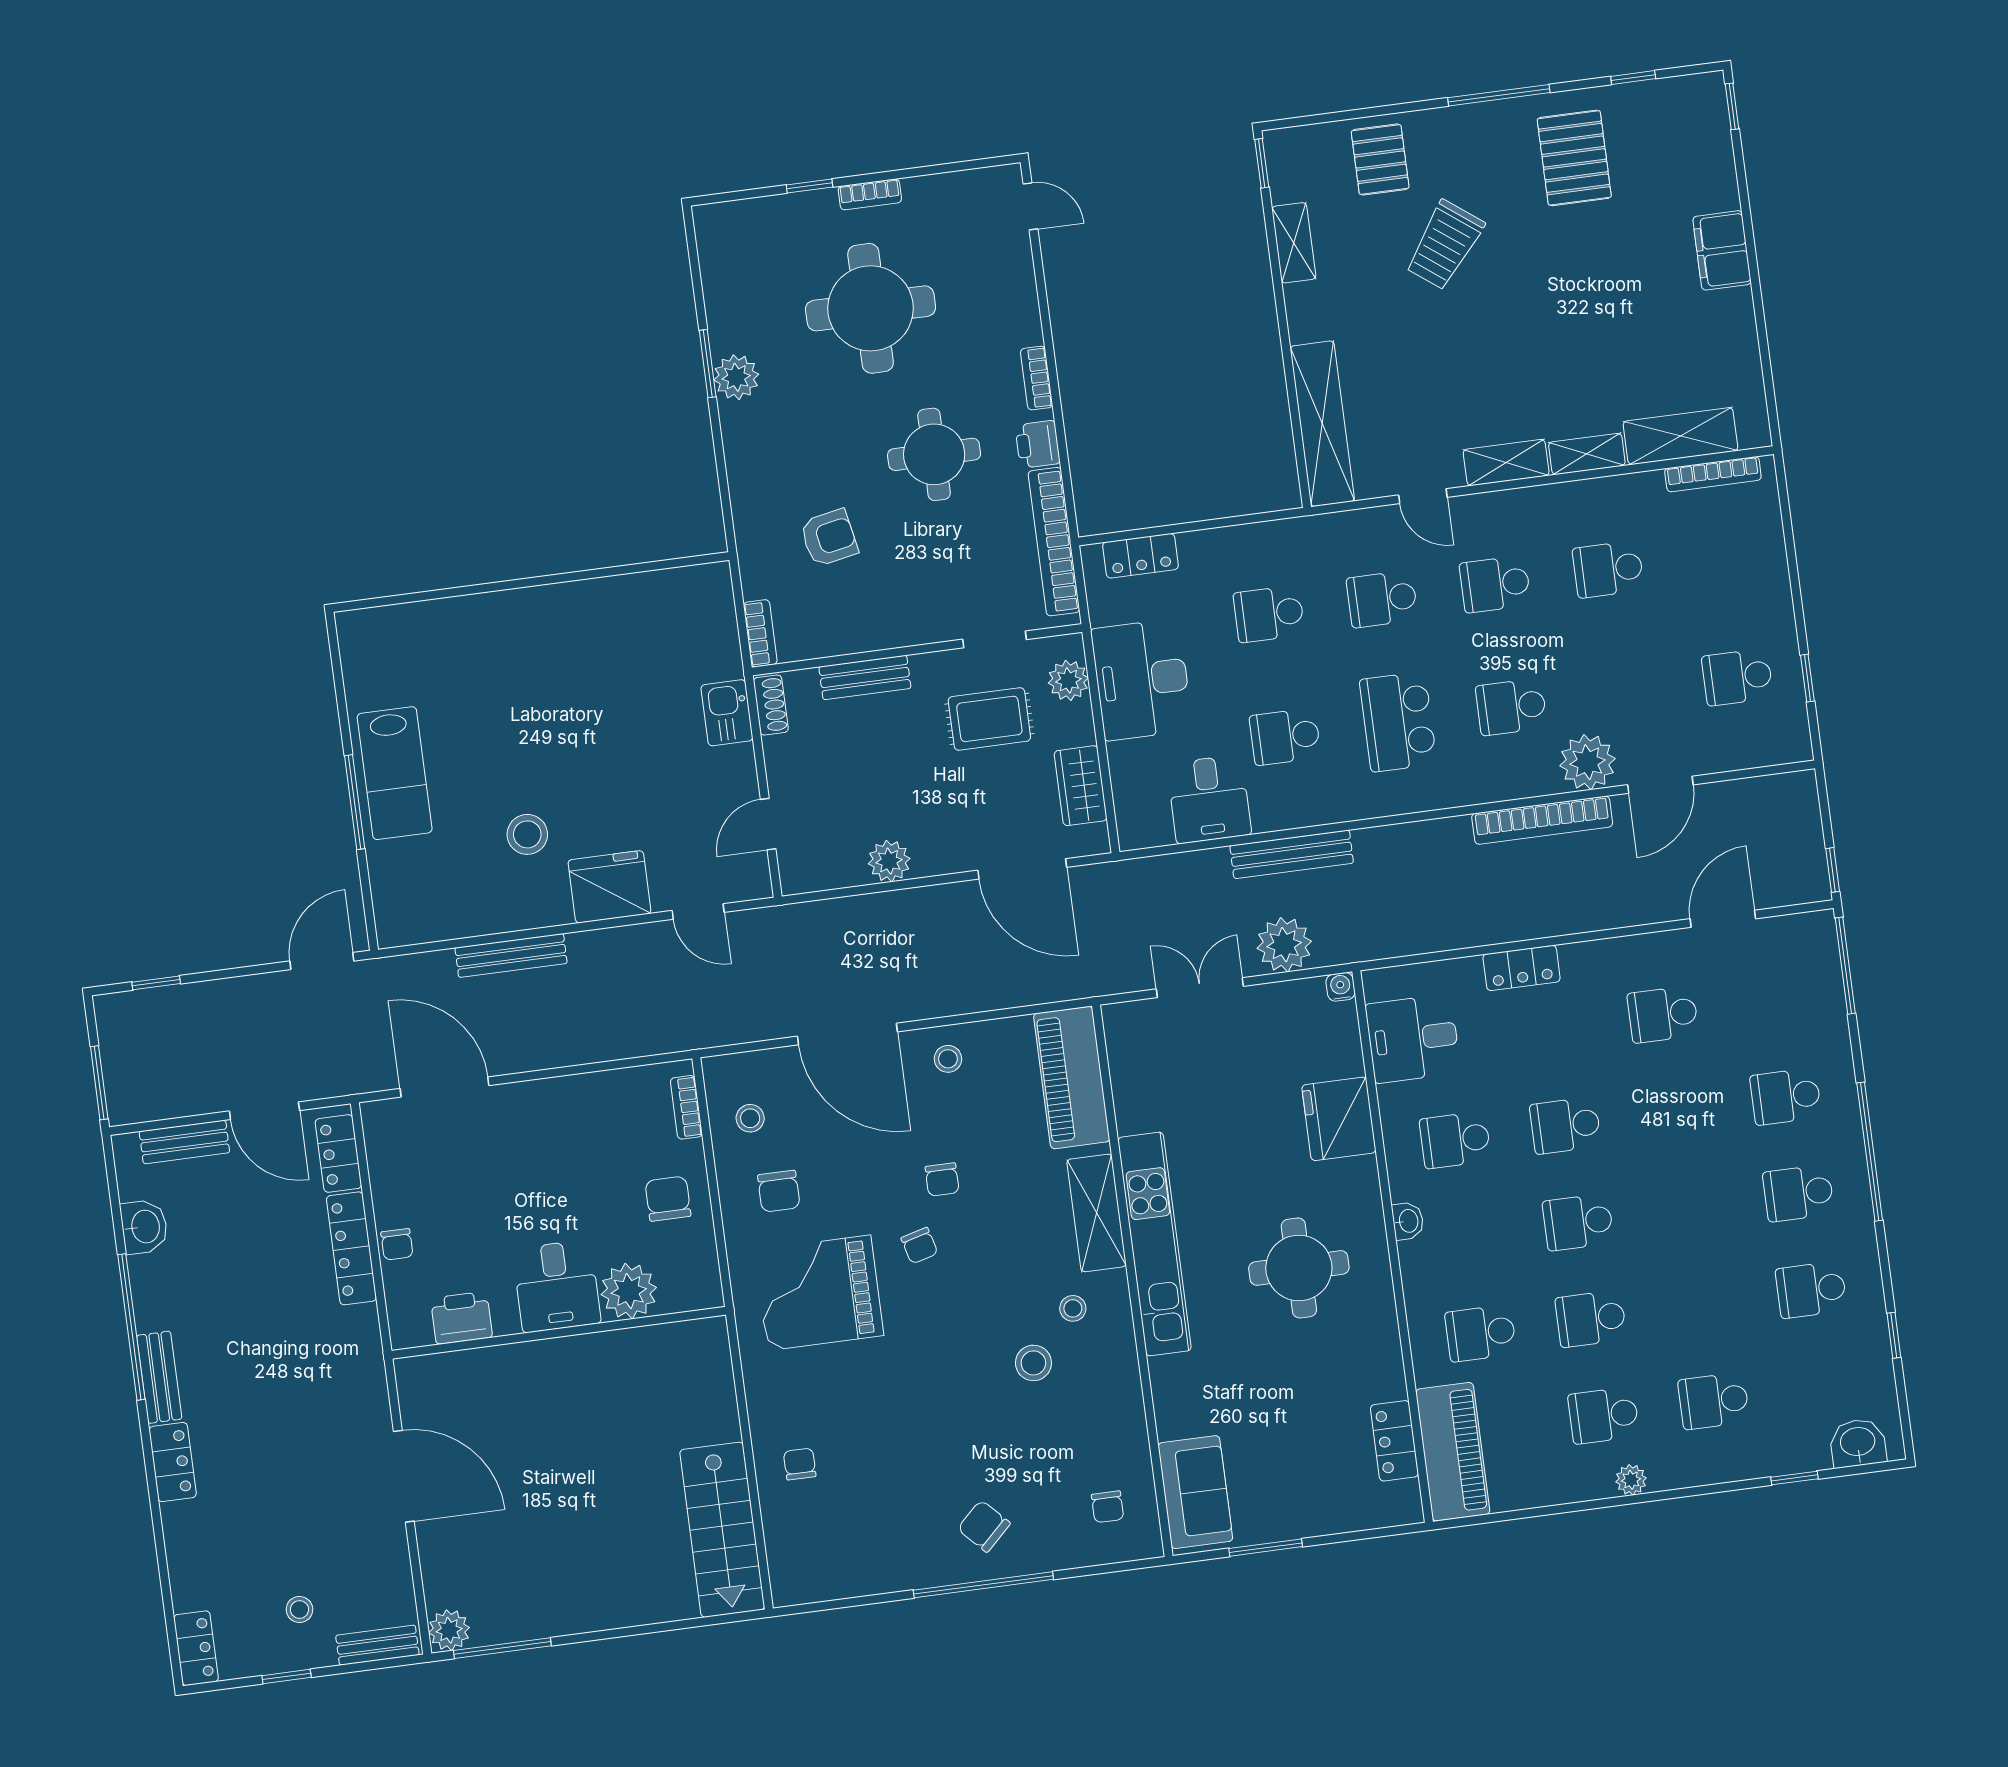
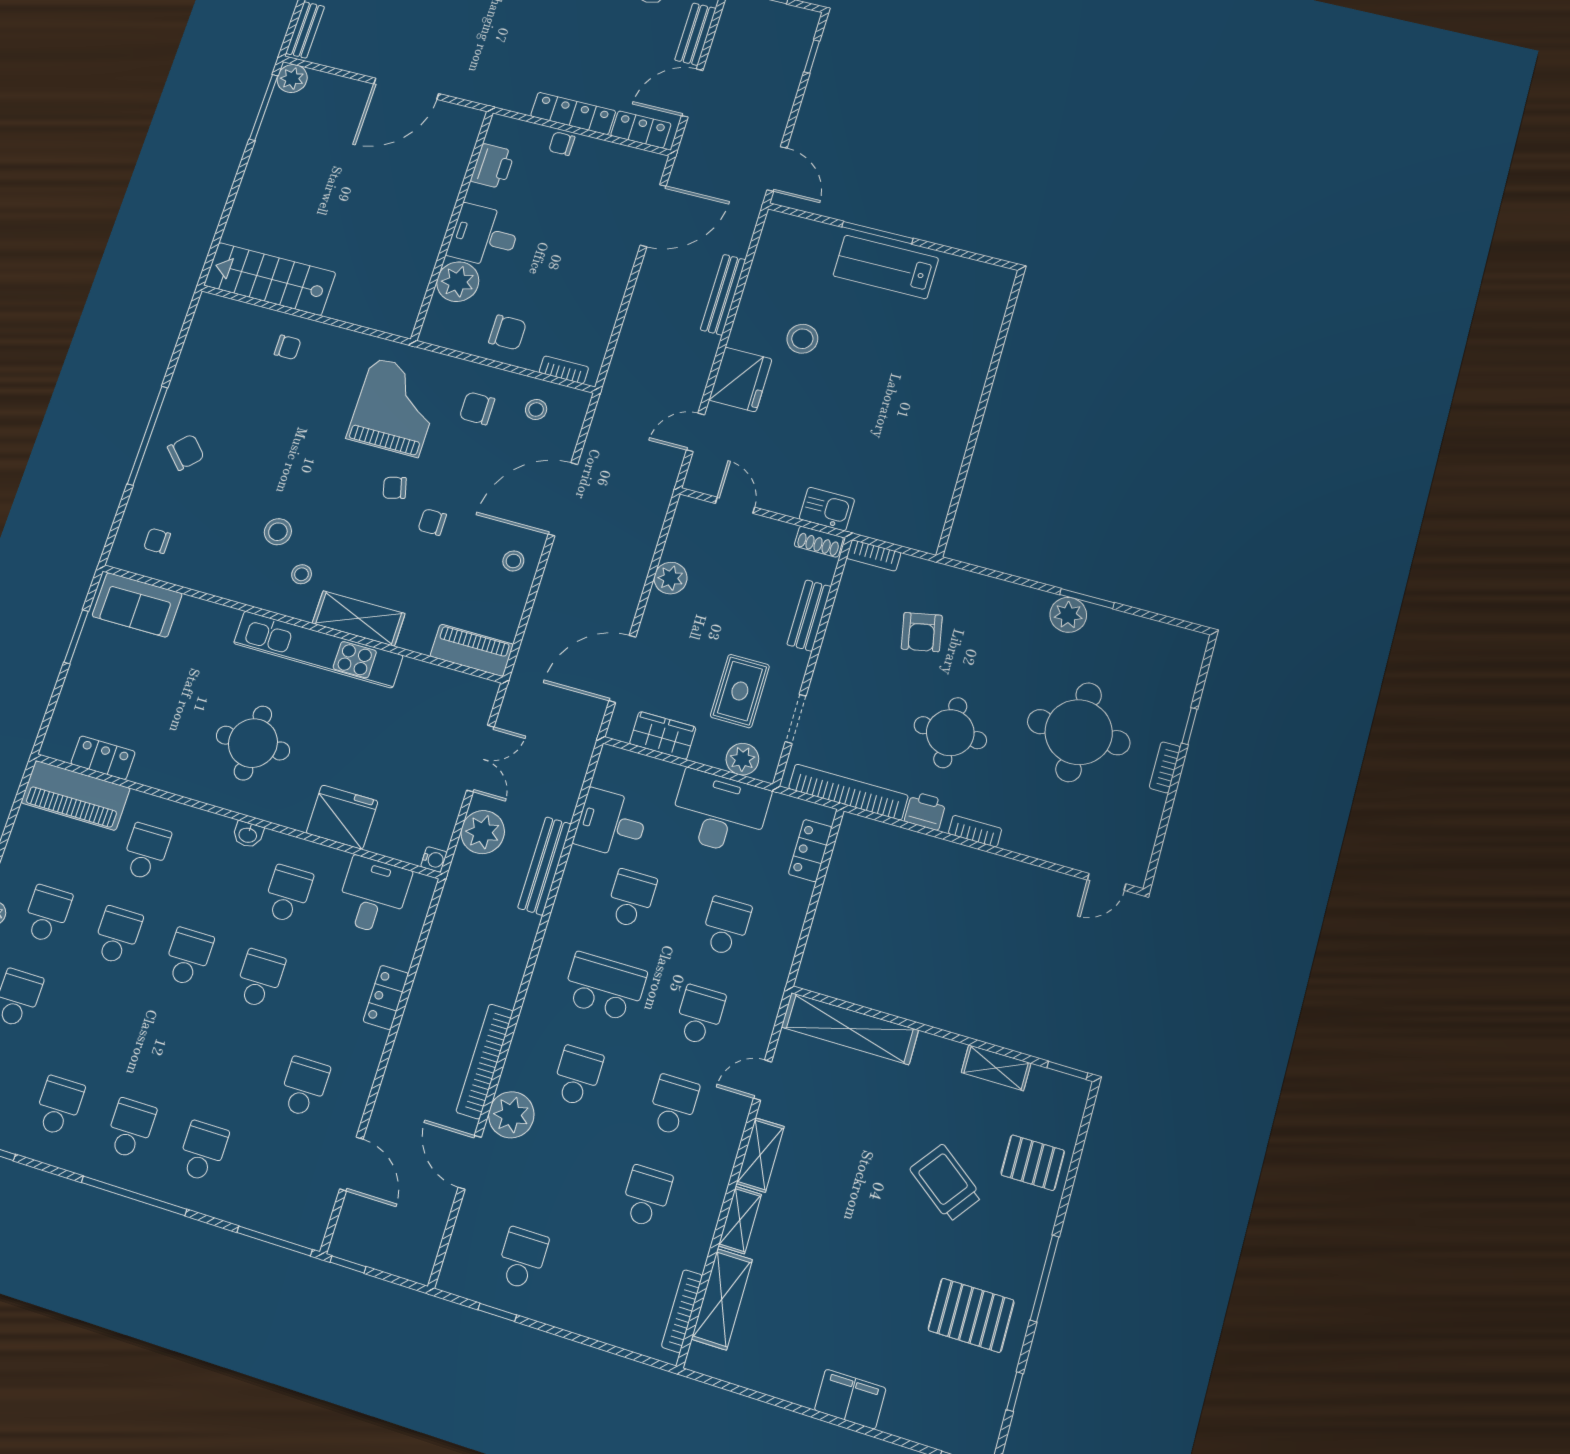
piano: (1072, 1078) -> (472, 650), width x0.73, depth x0.75

